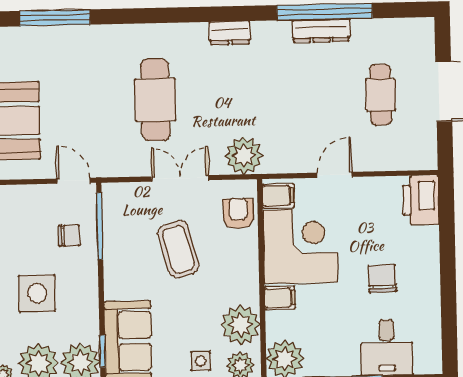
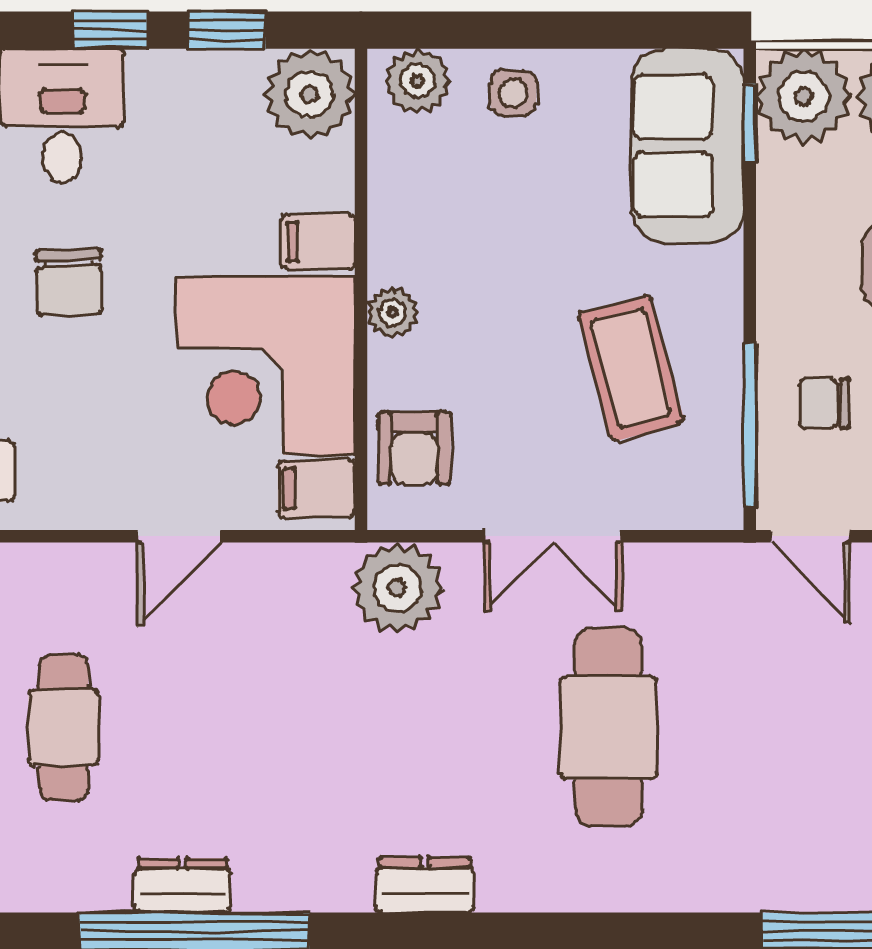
dresser: (321, 31) -> (183, 886), width x0.70
coffee table: (178, 249) -> (631, 368), moved
plant: (241, 325) -> (392, 312), moved, width x0.53, depth x0.53

